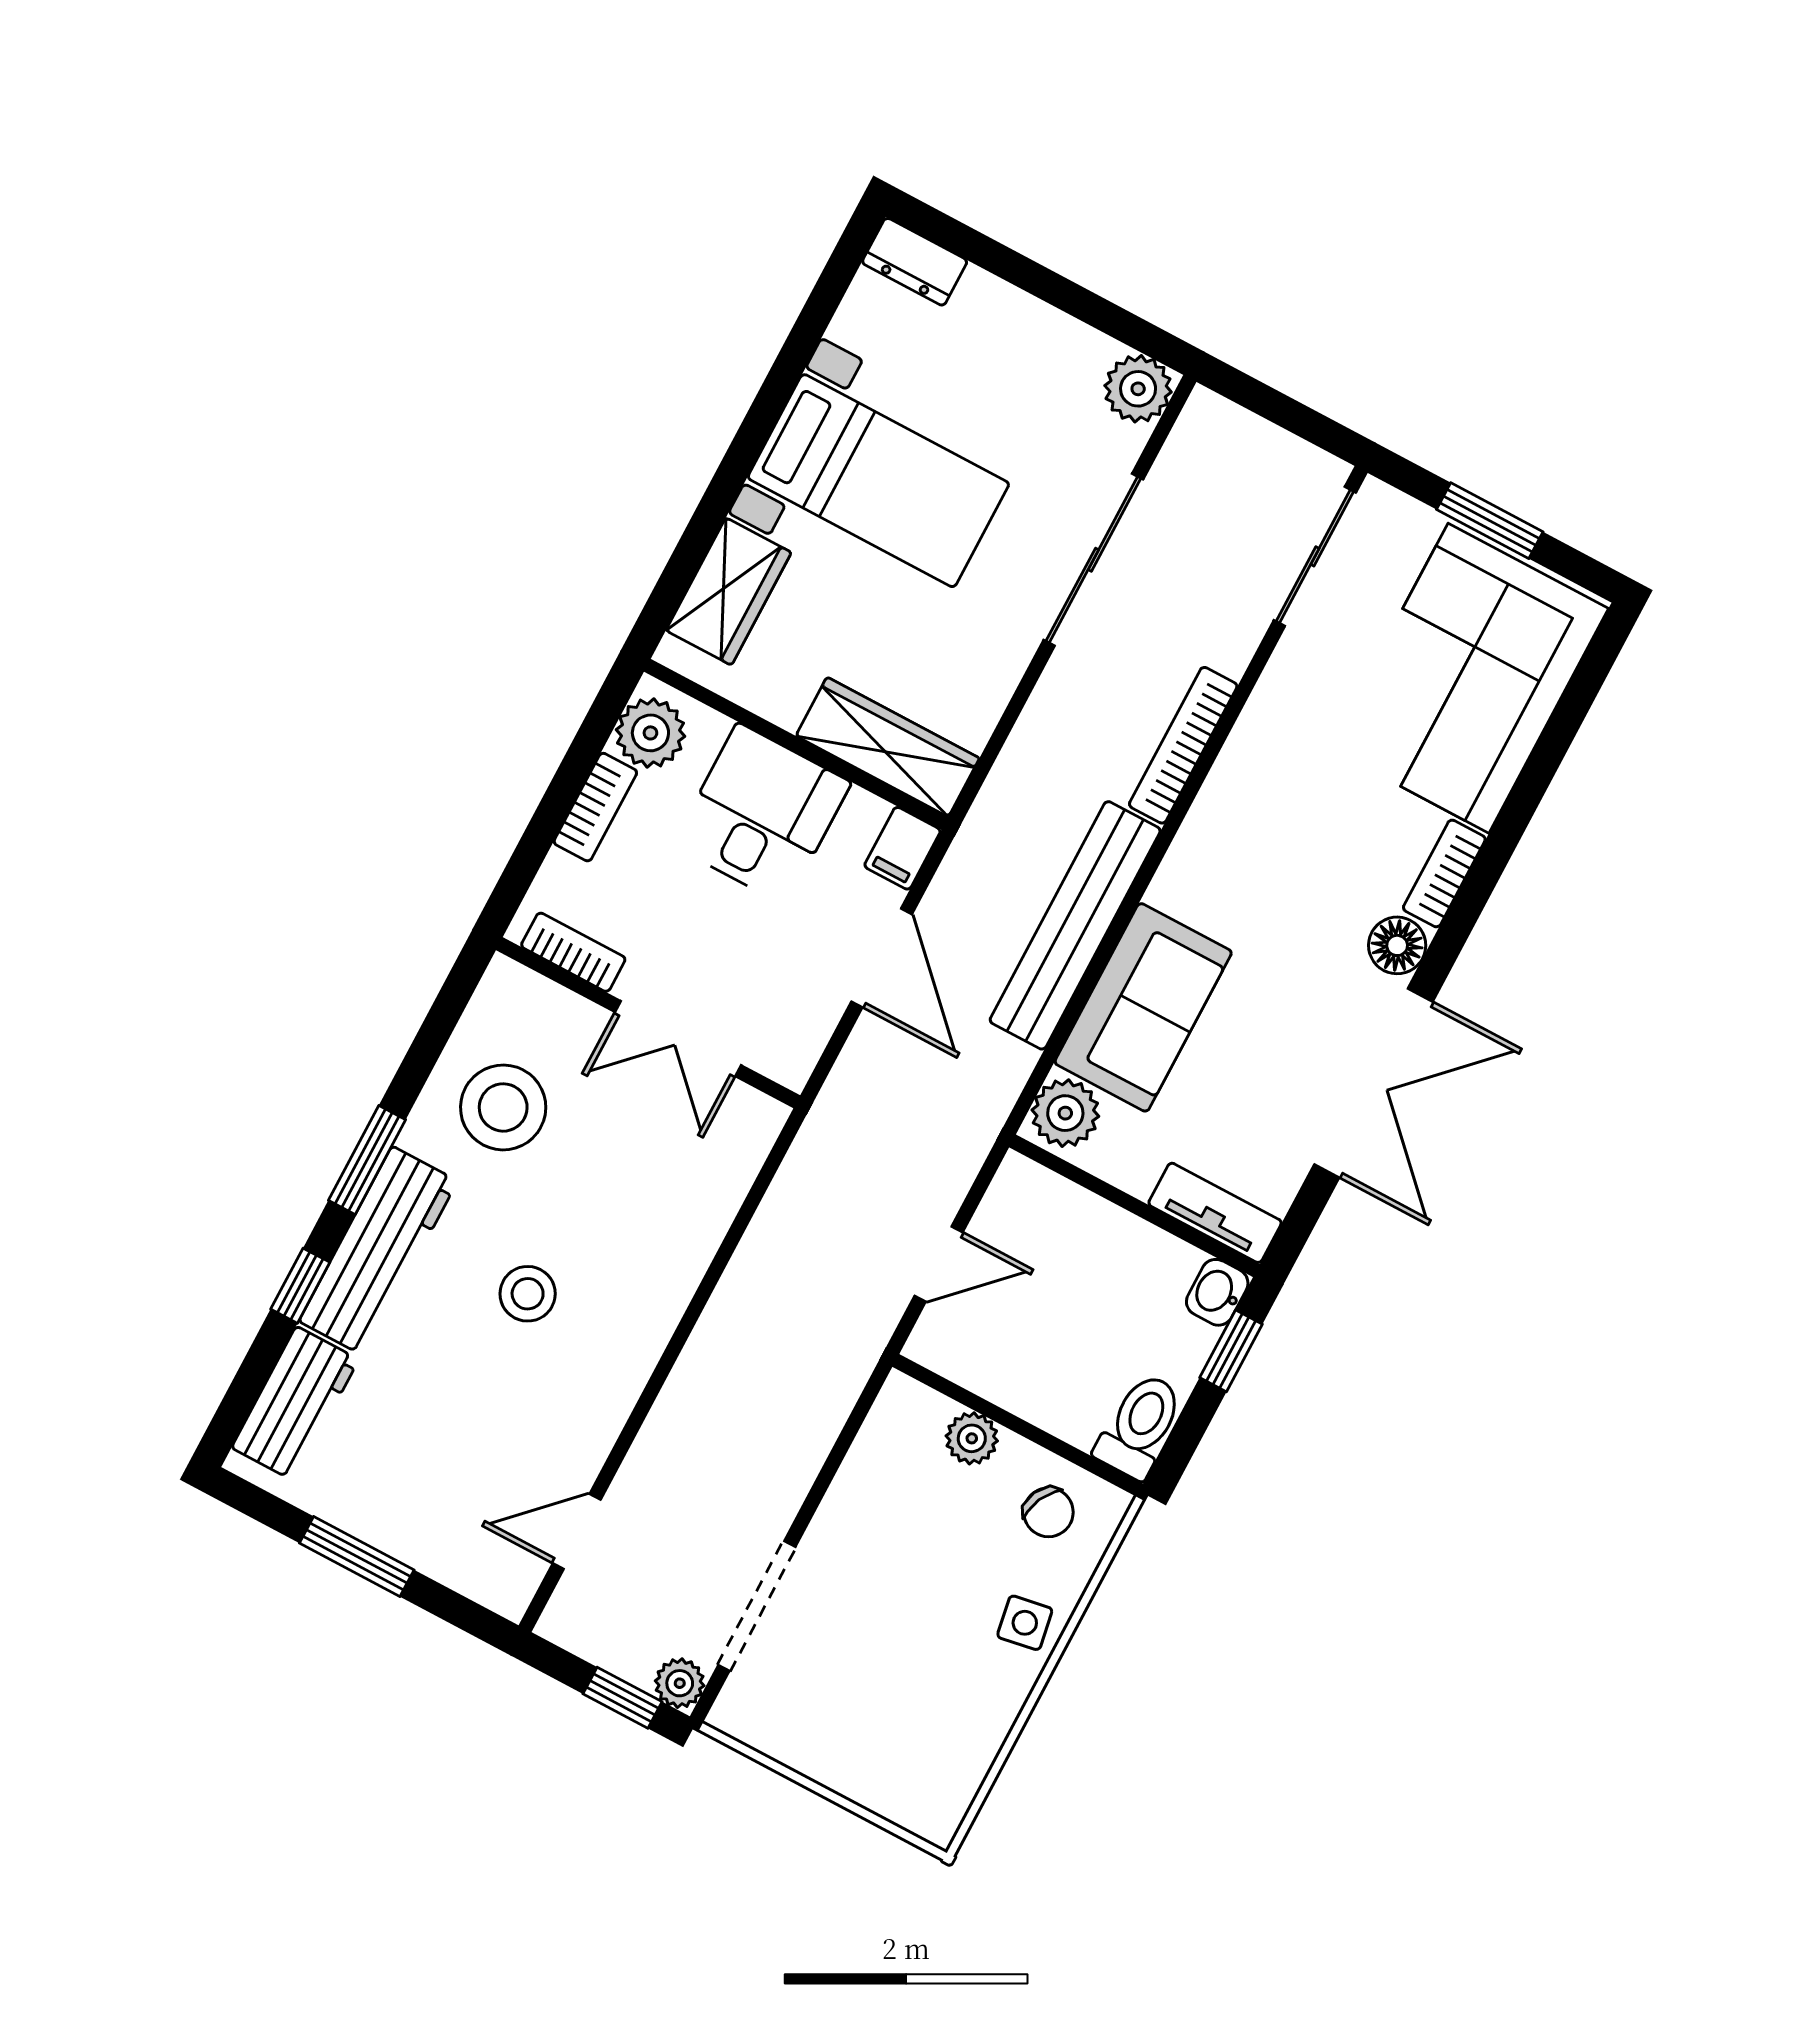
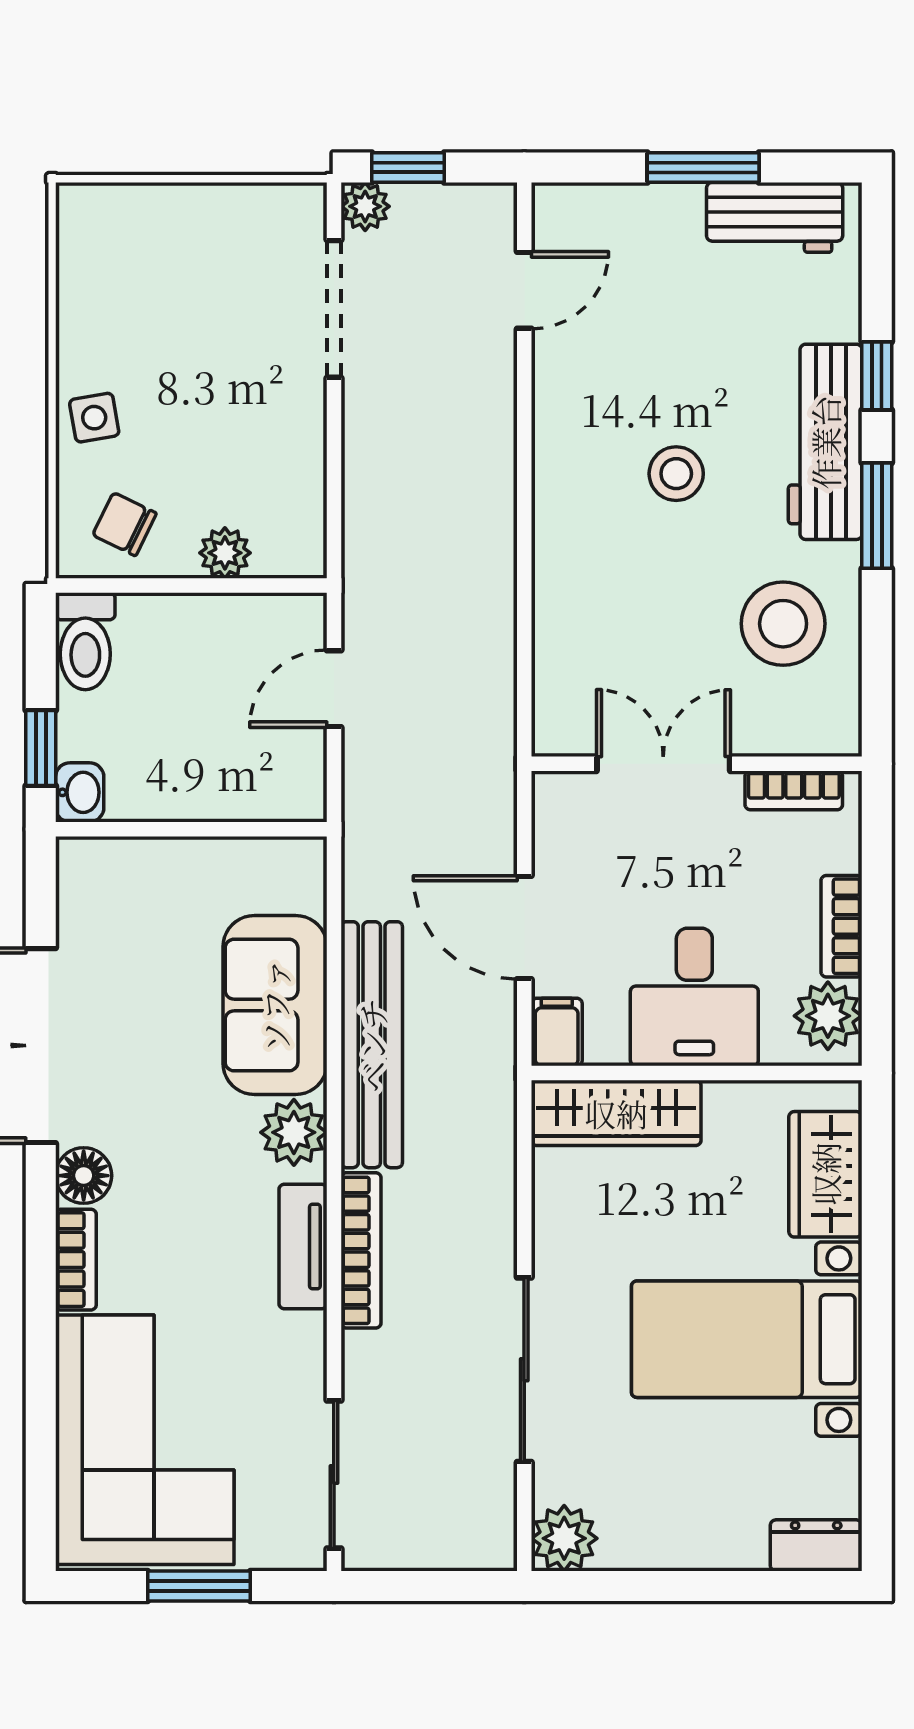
plant: (1065, 1113) -> (294, 1132), moved
tv unit: (1215, 1213) -> (303, 1247), moved, turned 90
workbench: (295, 1404) -> (775, 217), moved, turned -90

